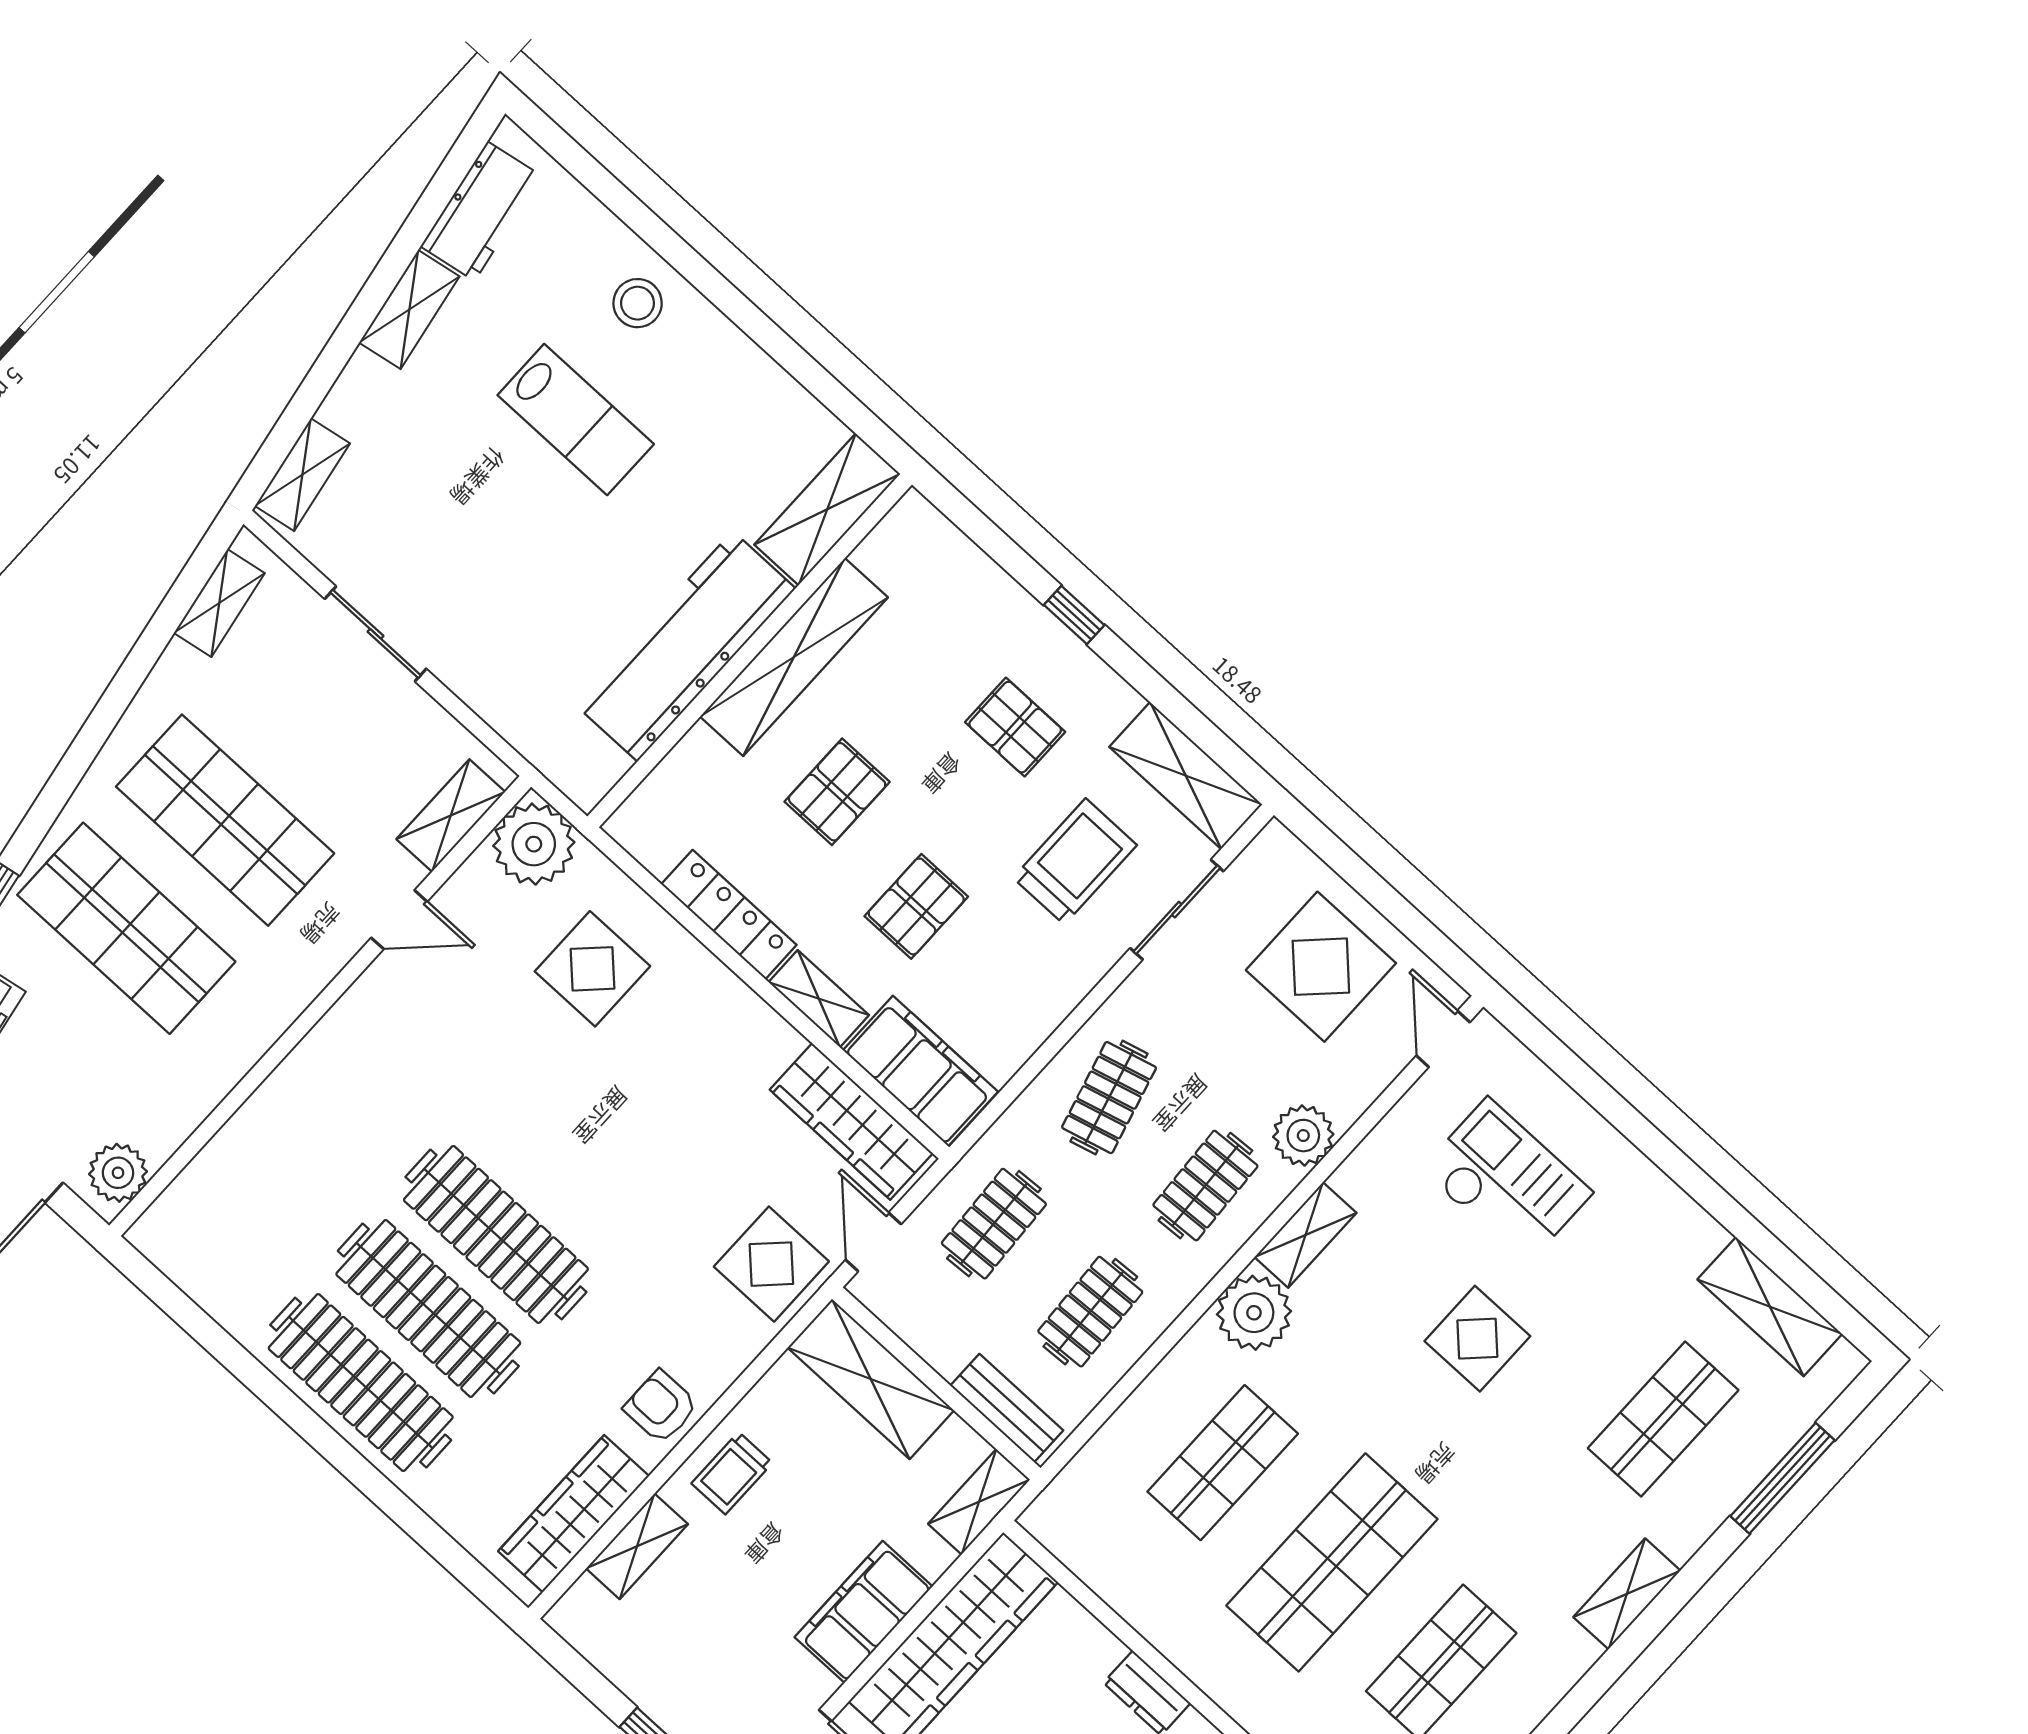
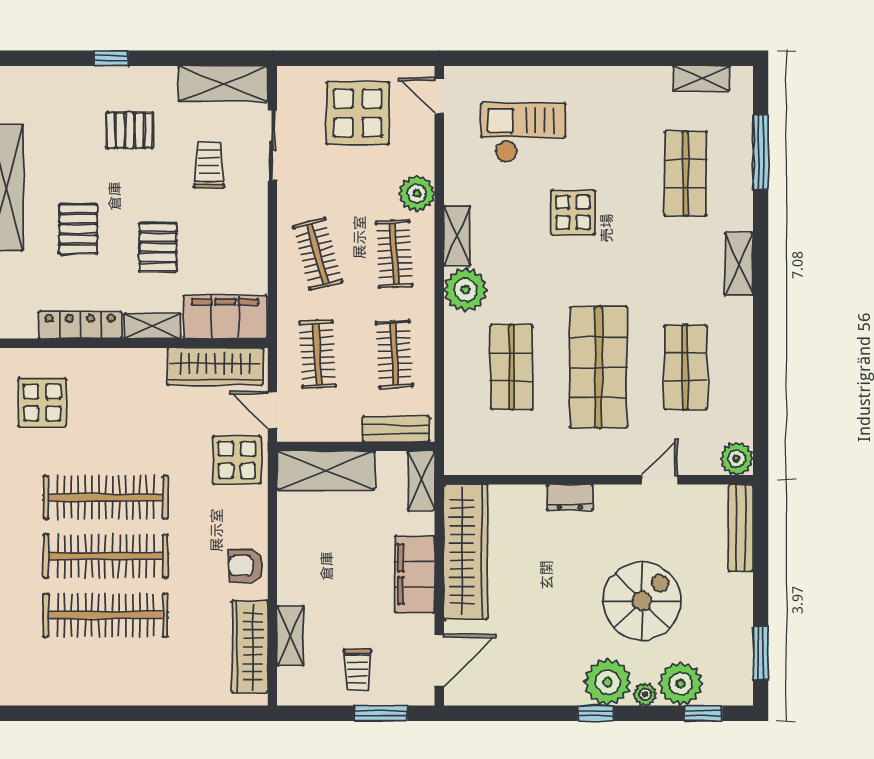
trolley: (1075, 861) -> (209, 165), width x0.73, depth x0.72
shelving: (1770, 1307) -> (701, 79), width x0.67, depth x0.75
clothes rail: (361, 1383) -> (106, 497), moved
trolley: (732, 1473) -> (357, 670), moved

